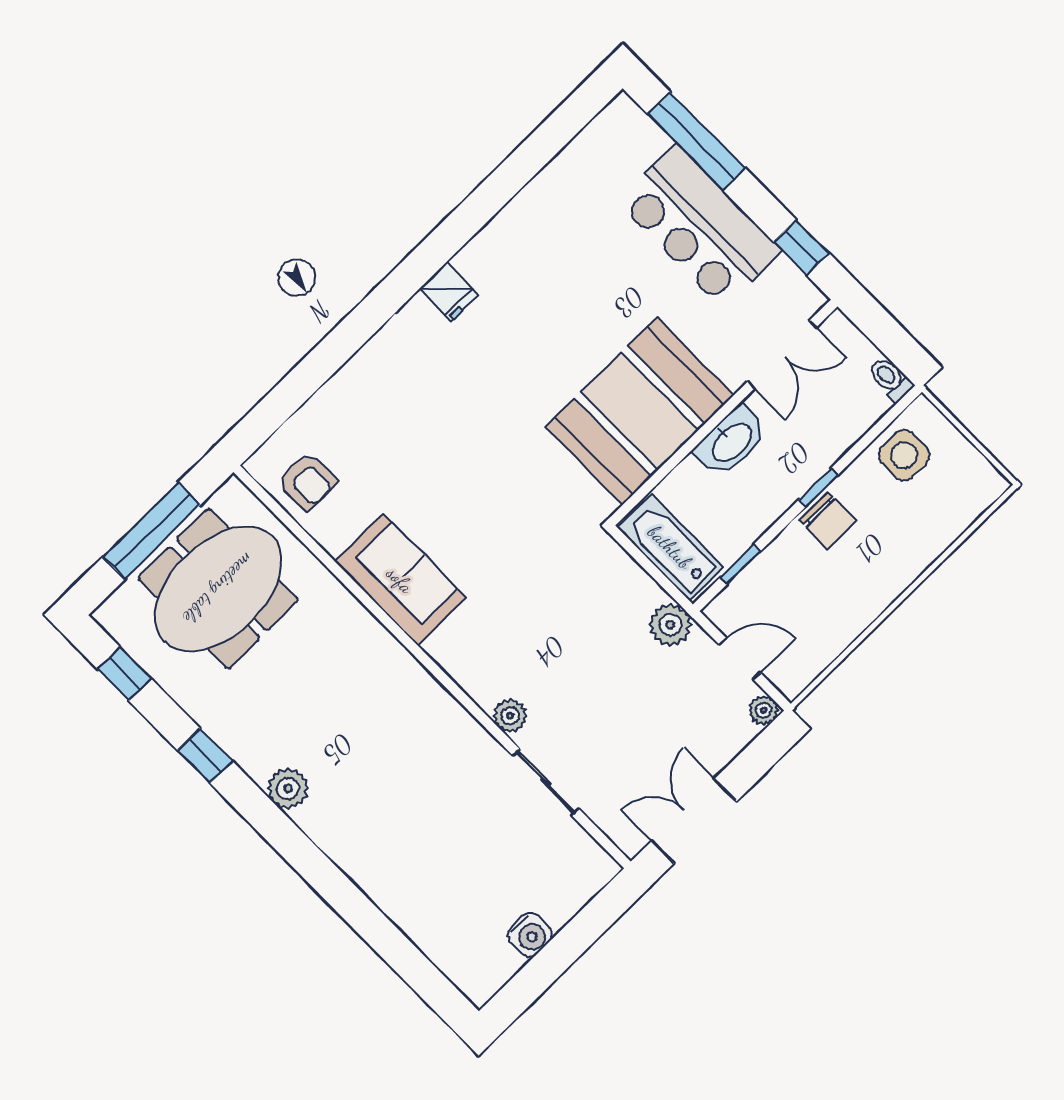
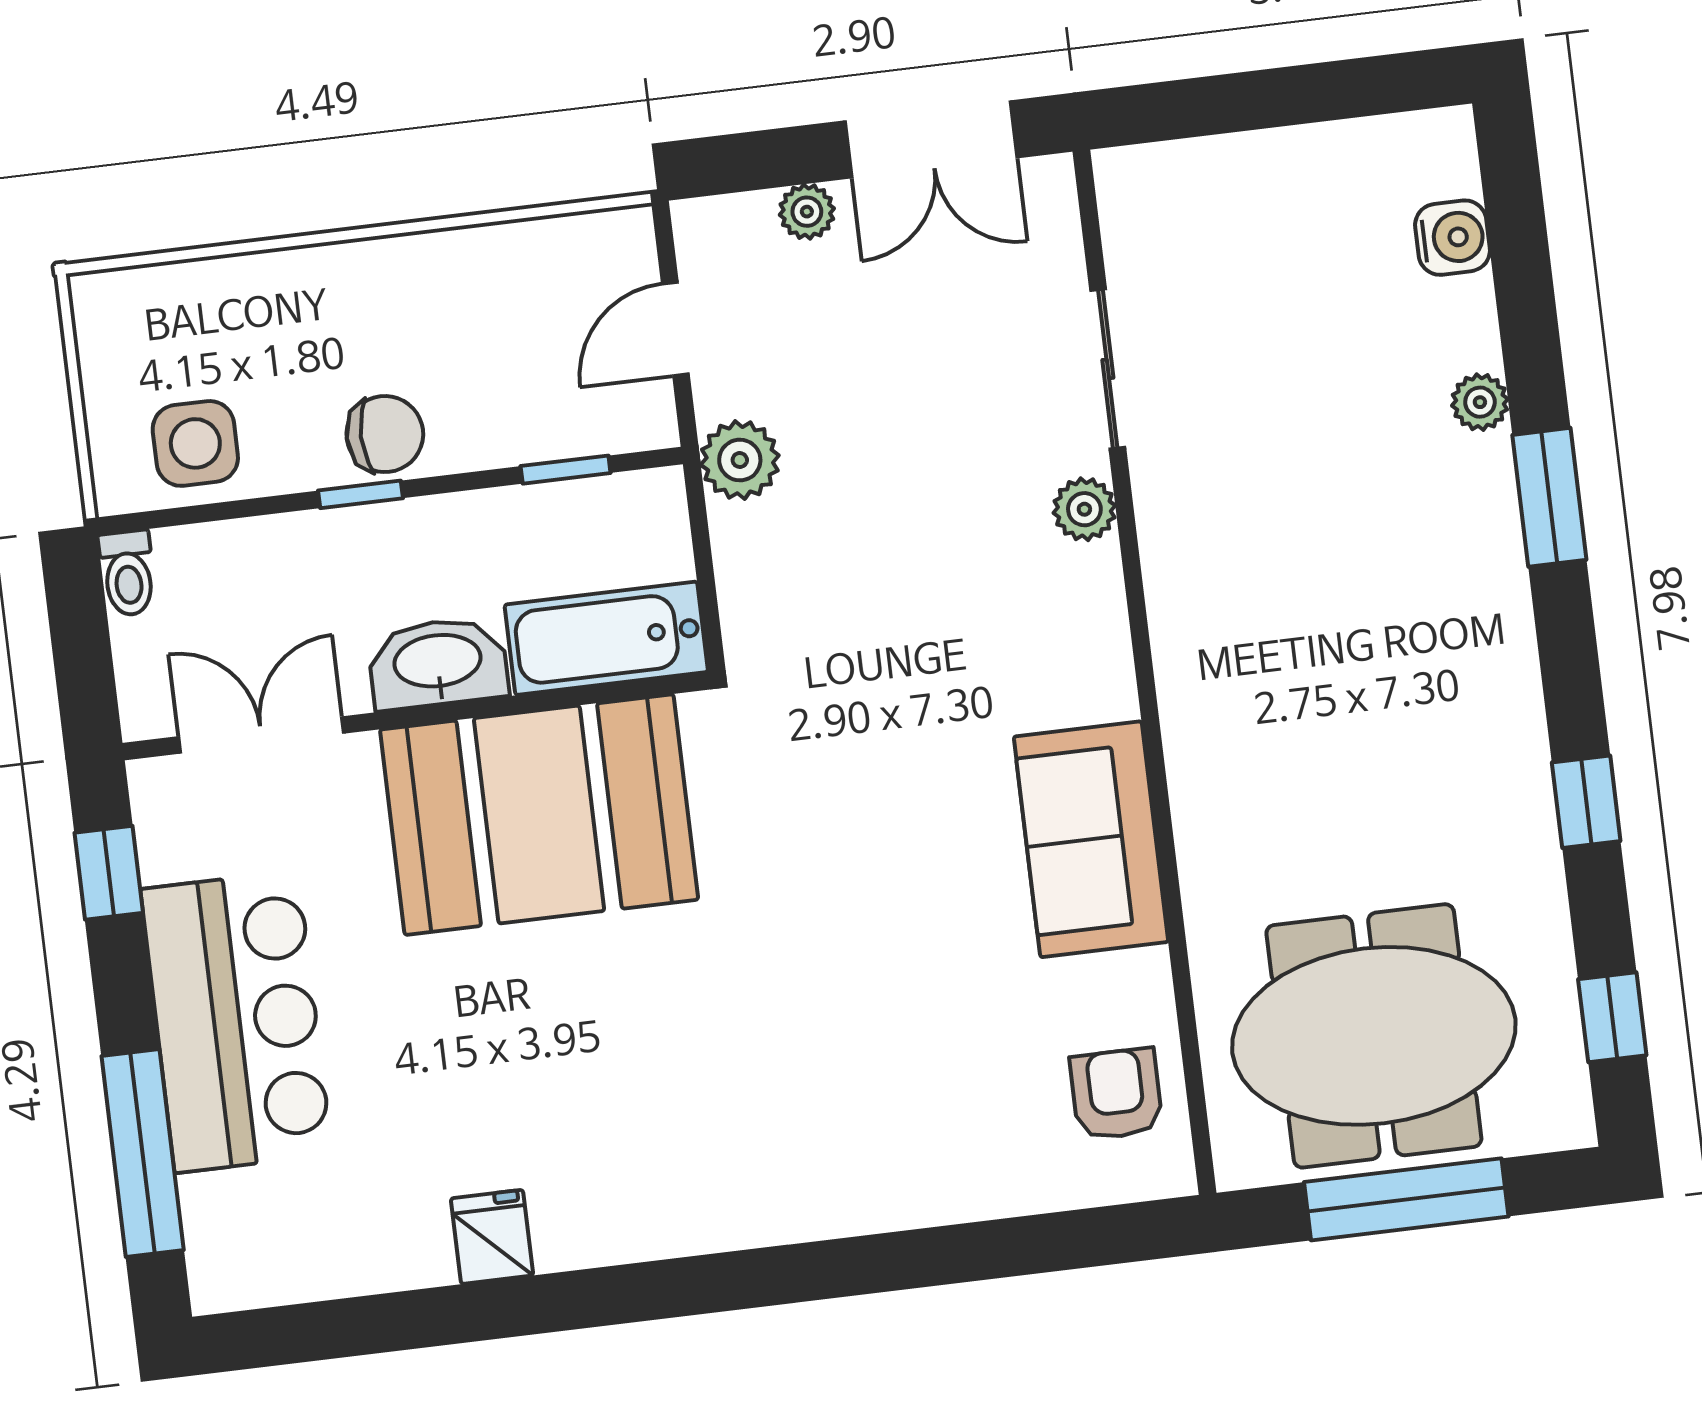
fridge: (449, 291) -> (492, 1237), moved
chair: (828, 521) -> (385, 434), turned 90
bathtub: (670, 547) -> (606, 638), moved, turned 90
door: (740, 659) -> (675, 329), hinge flipped
plant: (764, 710) -> (807, 212), moved
plant: (288, 788) -> (1480, 402), moved, width x0.73, depth x0.73
window: (319, 871) -> (1549, 497), added
water cooler: (530, 935) -> (1453, 238), moved, turned 90

